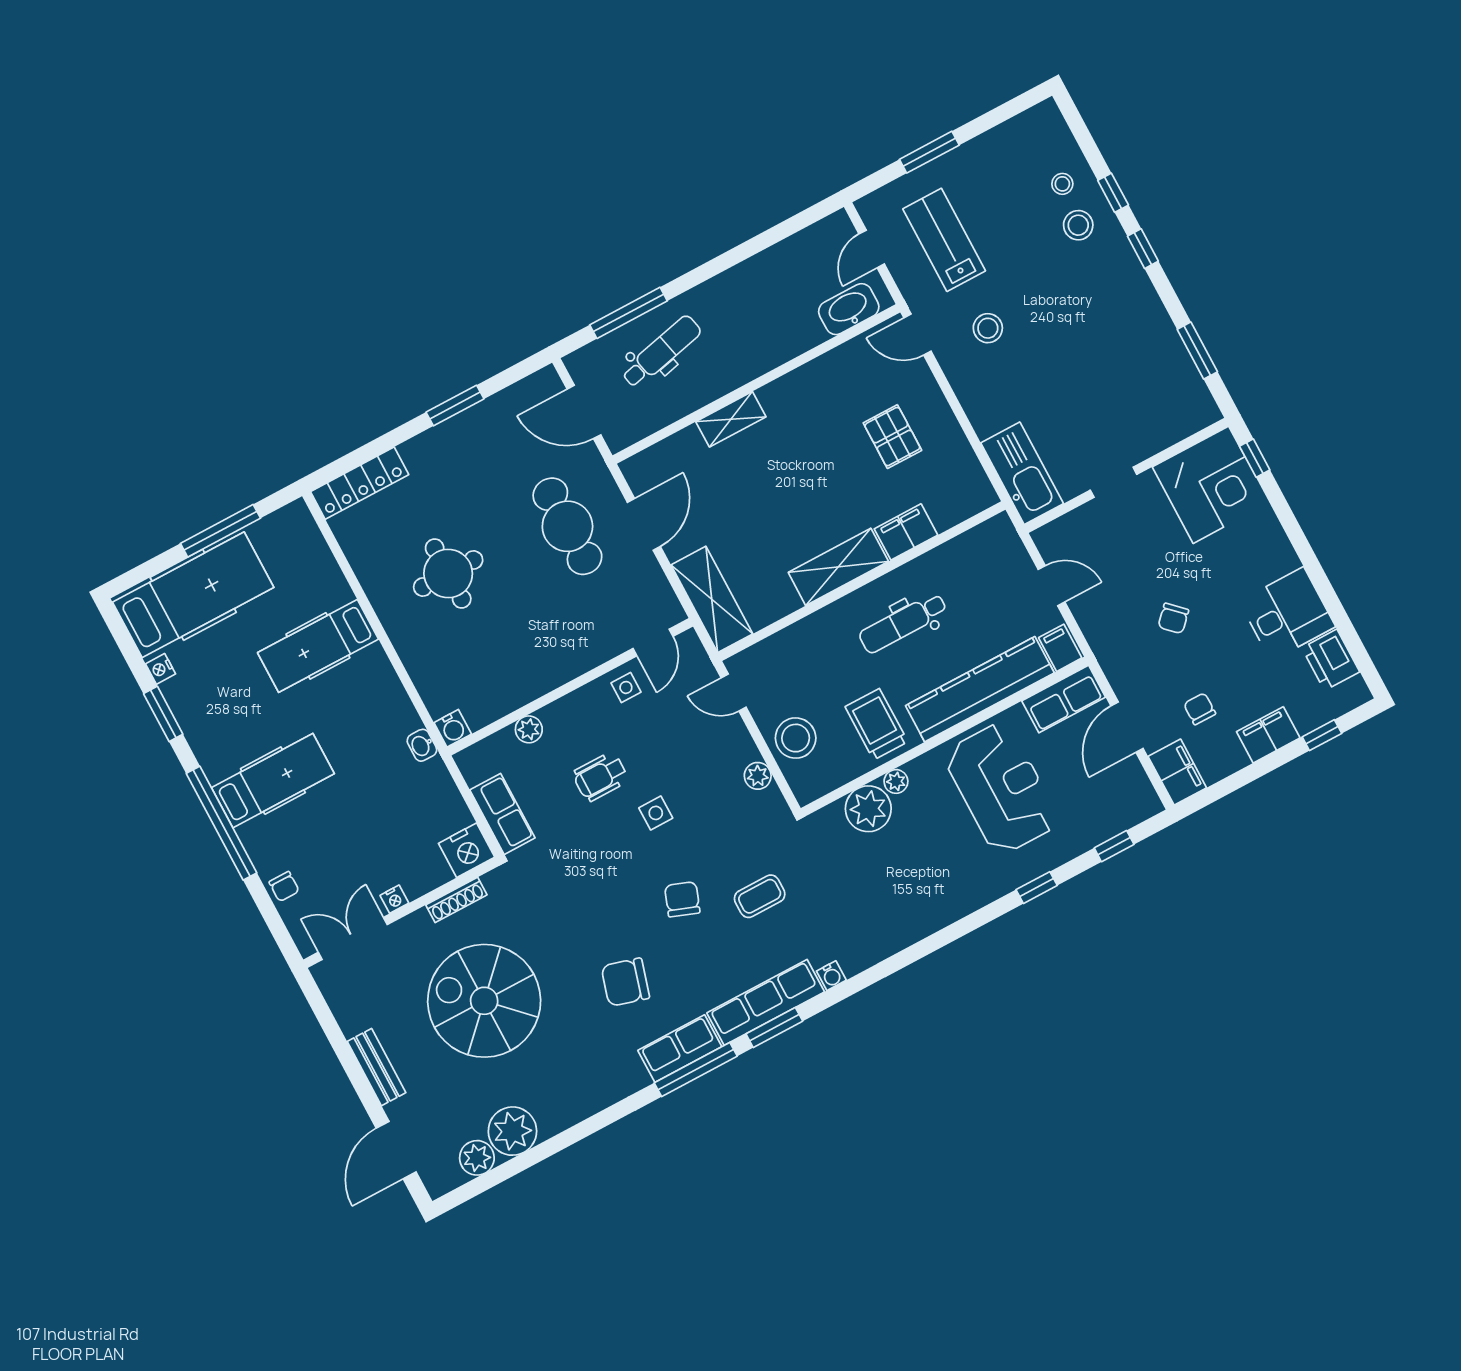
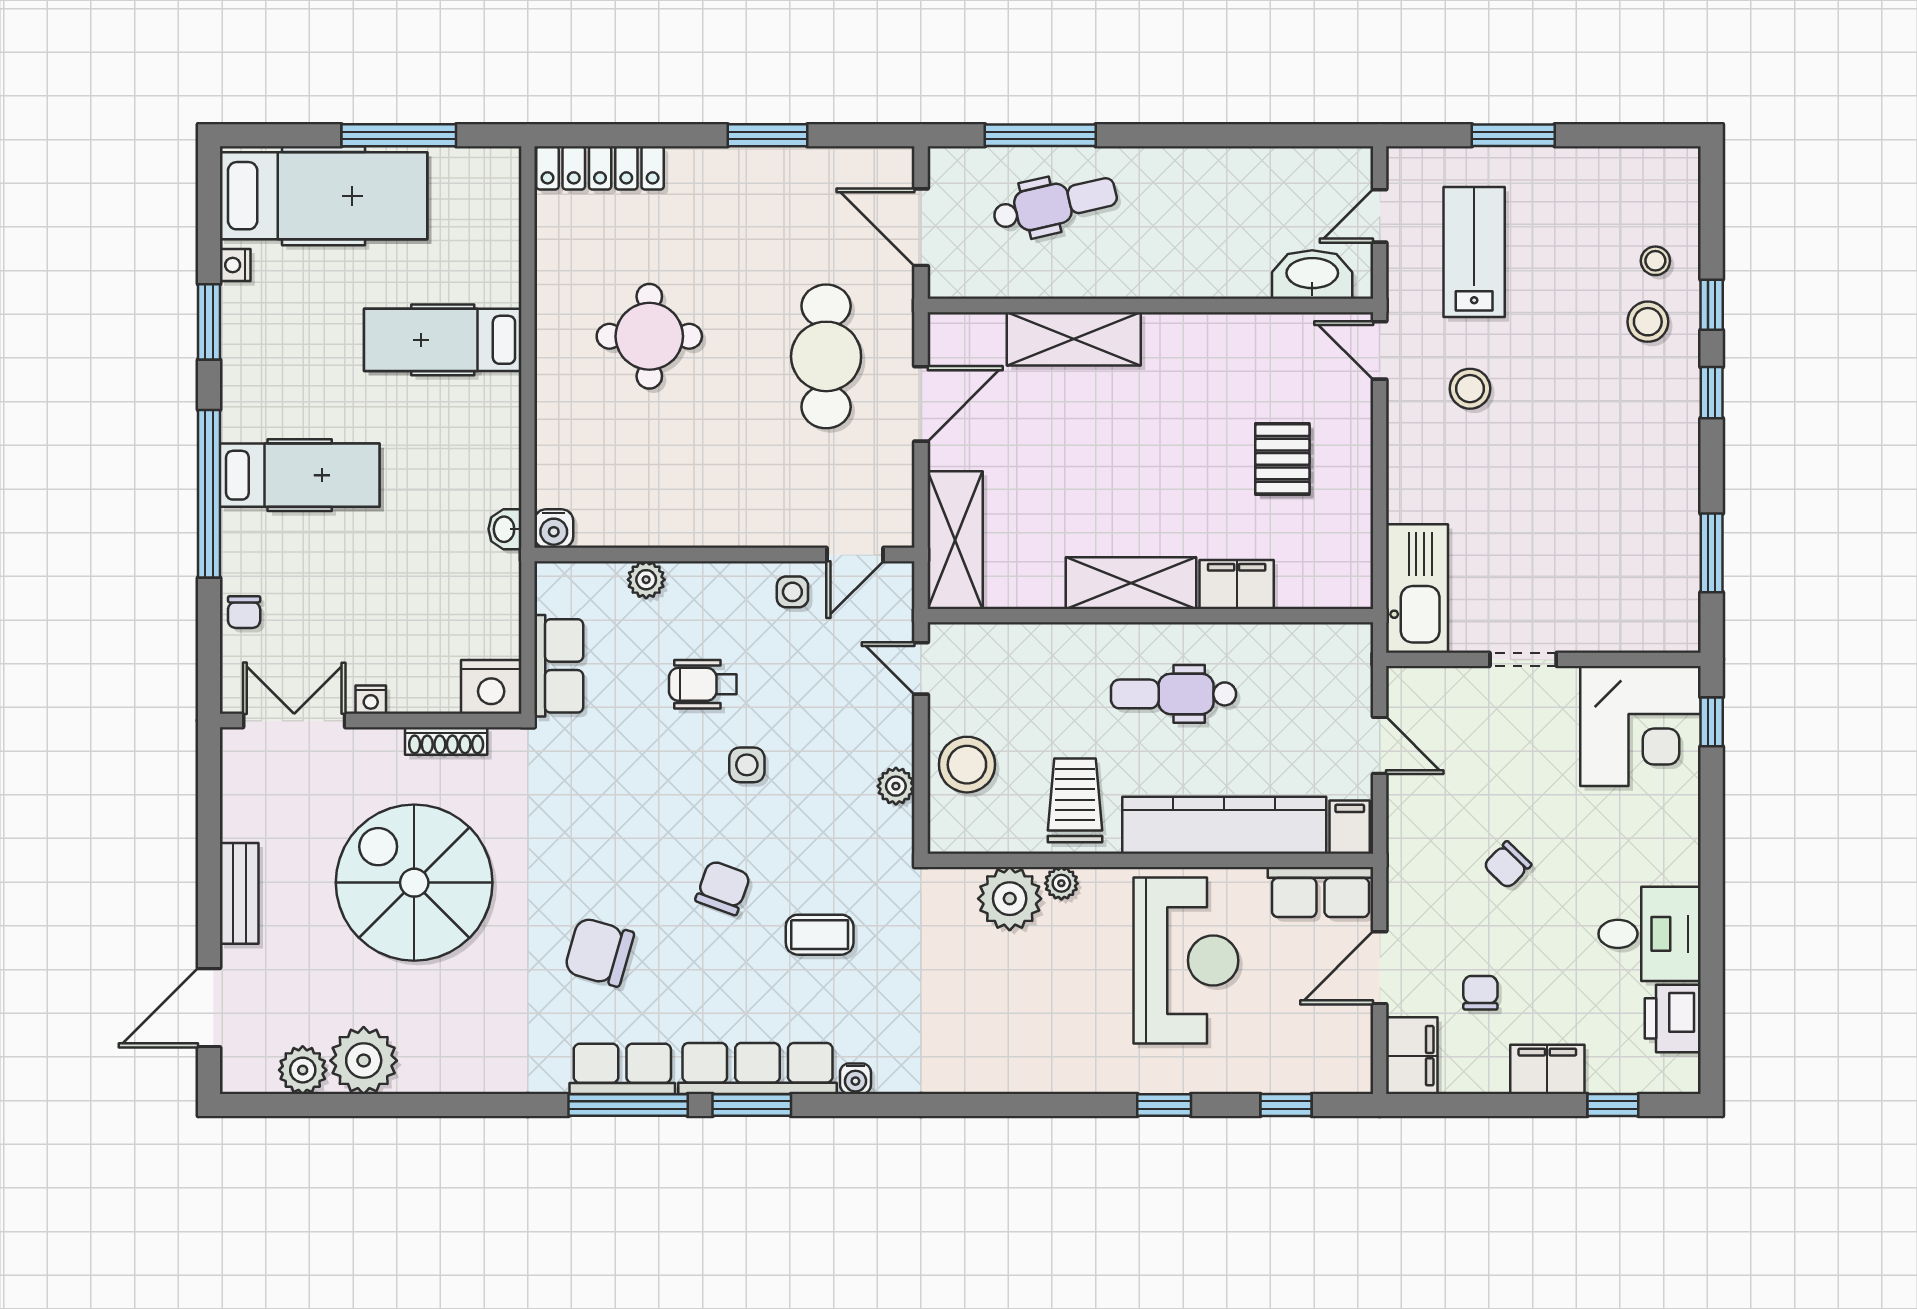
shelving: (731, 419) -> (1074, 339), width x1.50, depth x1.33

